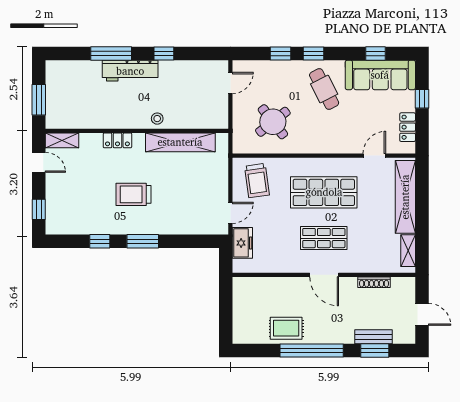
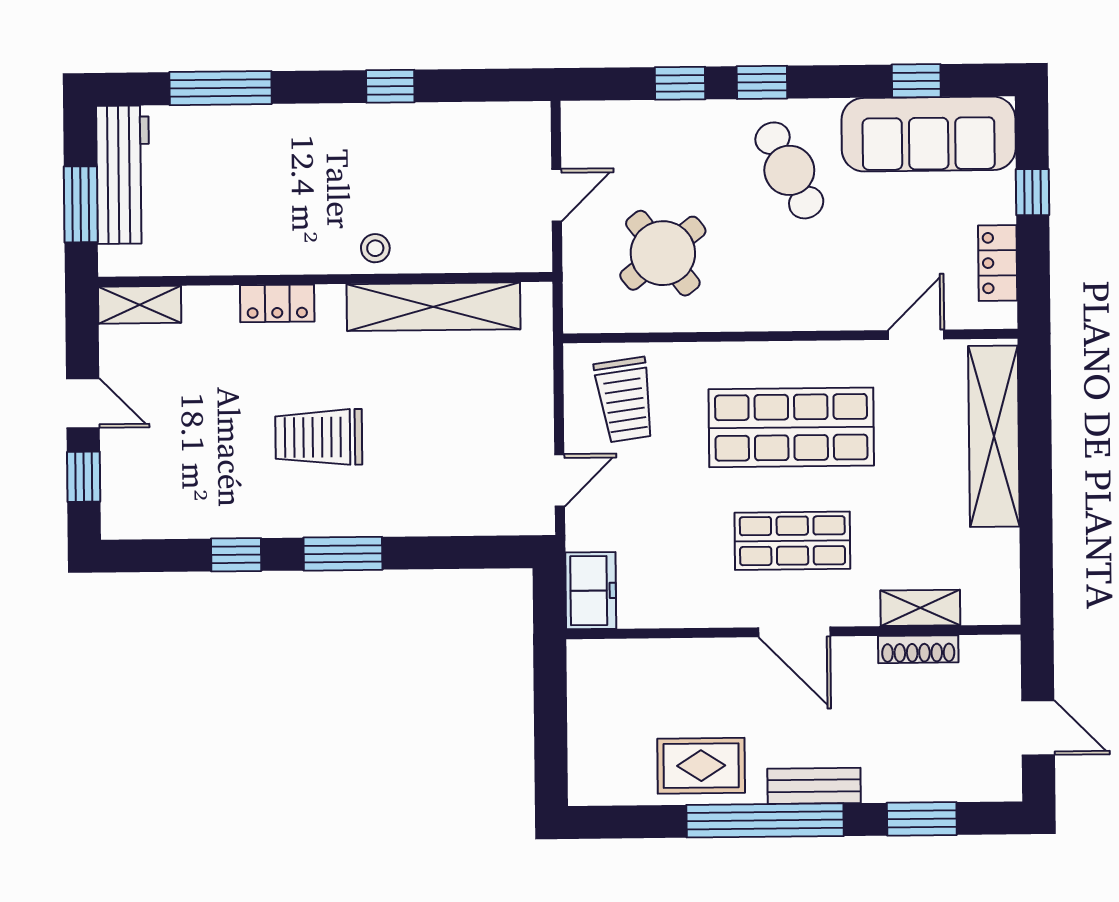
window: (111, 53) -> (221, 88), moved
workbench: (130, 71) -> (123, 175), moved, turned -90
door: (230, 83) -> (557, 195), moved
door: (39, 162) -> (83, 403), moved
freezer: (242, 243) -> (591, 591), moved
shelving: (408, 251) -> (920, 608), moved, turned 90
bench: (374, 337) -> (814, 786), moved

